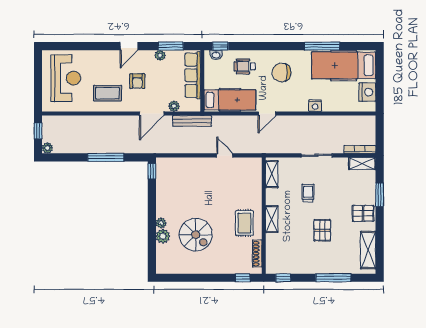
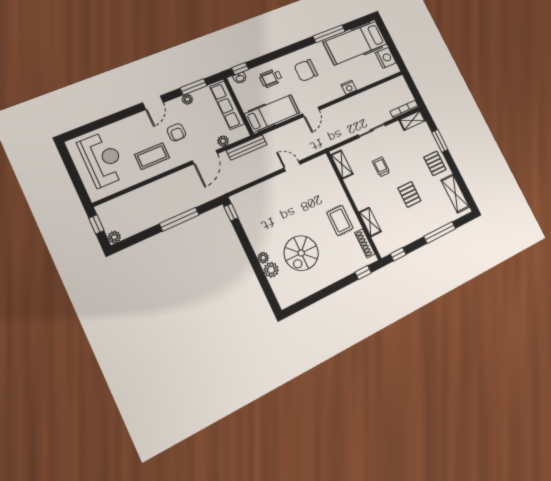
pallet: (363, 213) -> (435, 163), turned 90
shelving: (272, 219) -> (370, 222), moved
spiral stairs: (196, 235) -> (301, 253), turned 90

